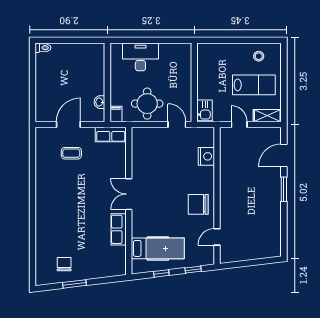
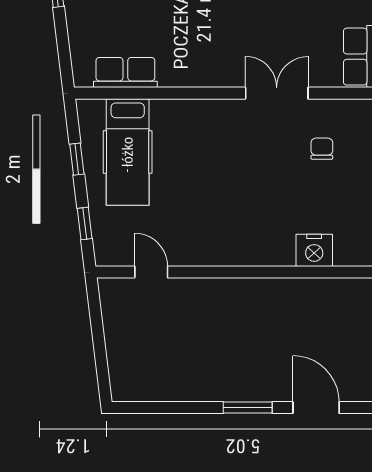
double door: (129, 194) -> (277, 93), moved
chair: (198, 204) -> (322, 149), moved, width x0.54, depth x0.54
row of seats: (119, 229) -> (125, 73), moved

